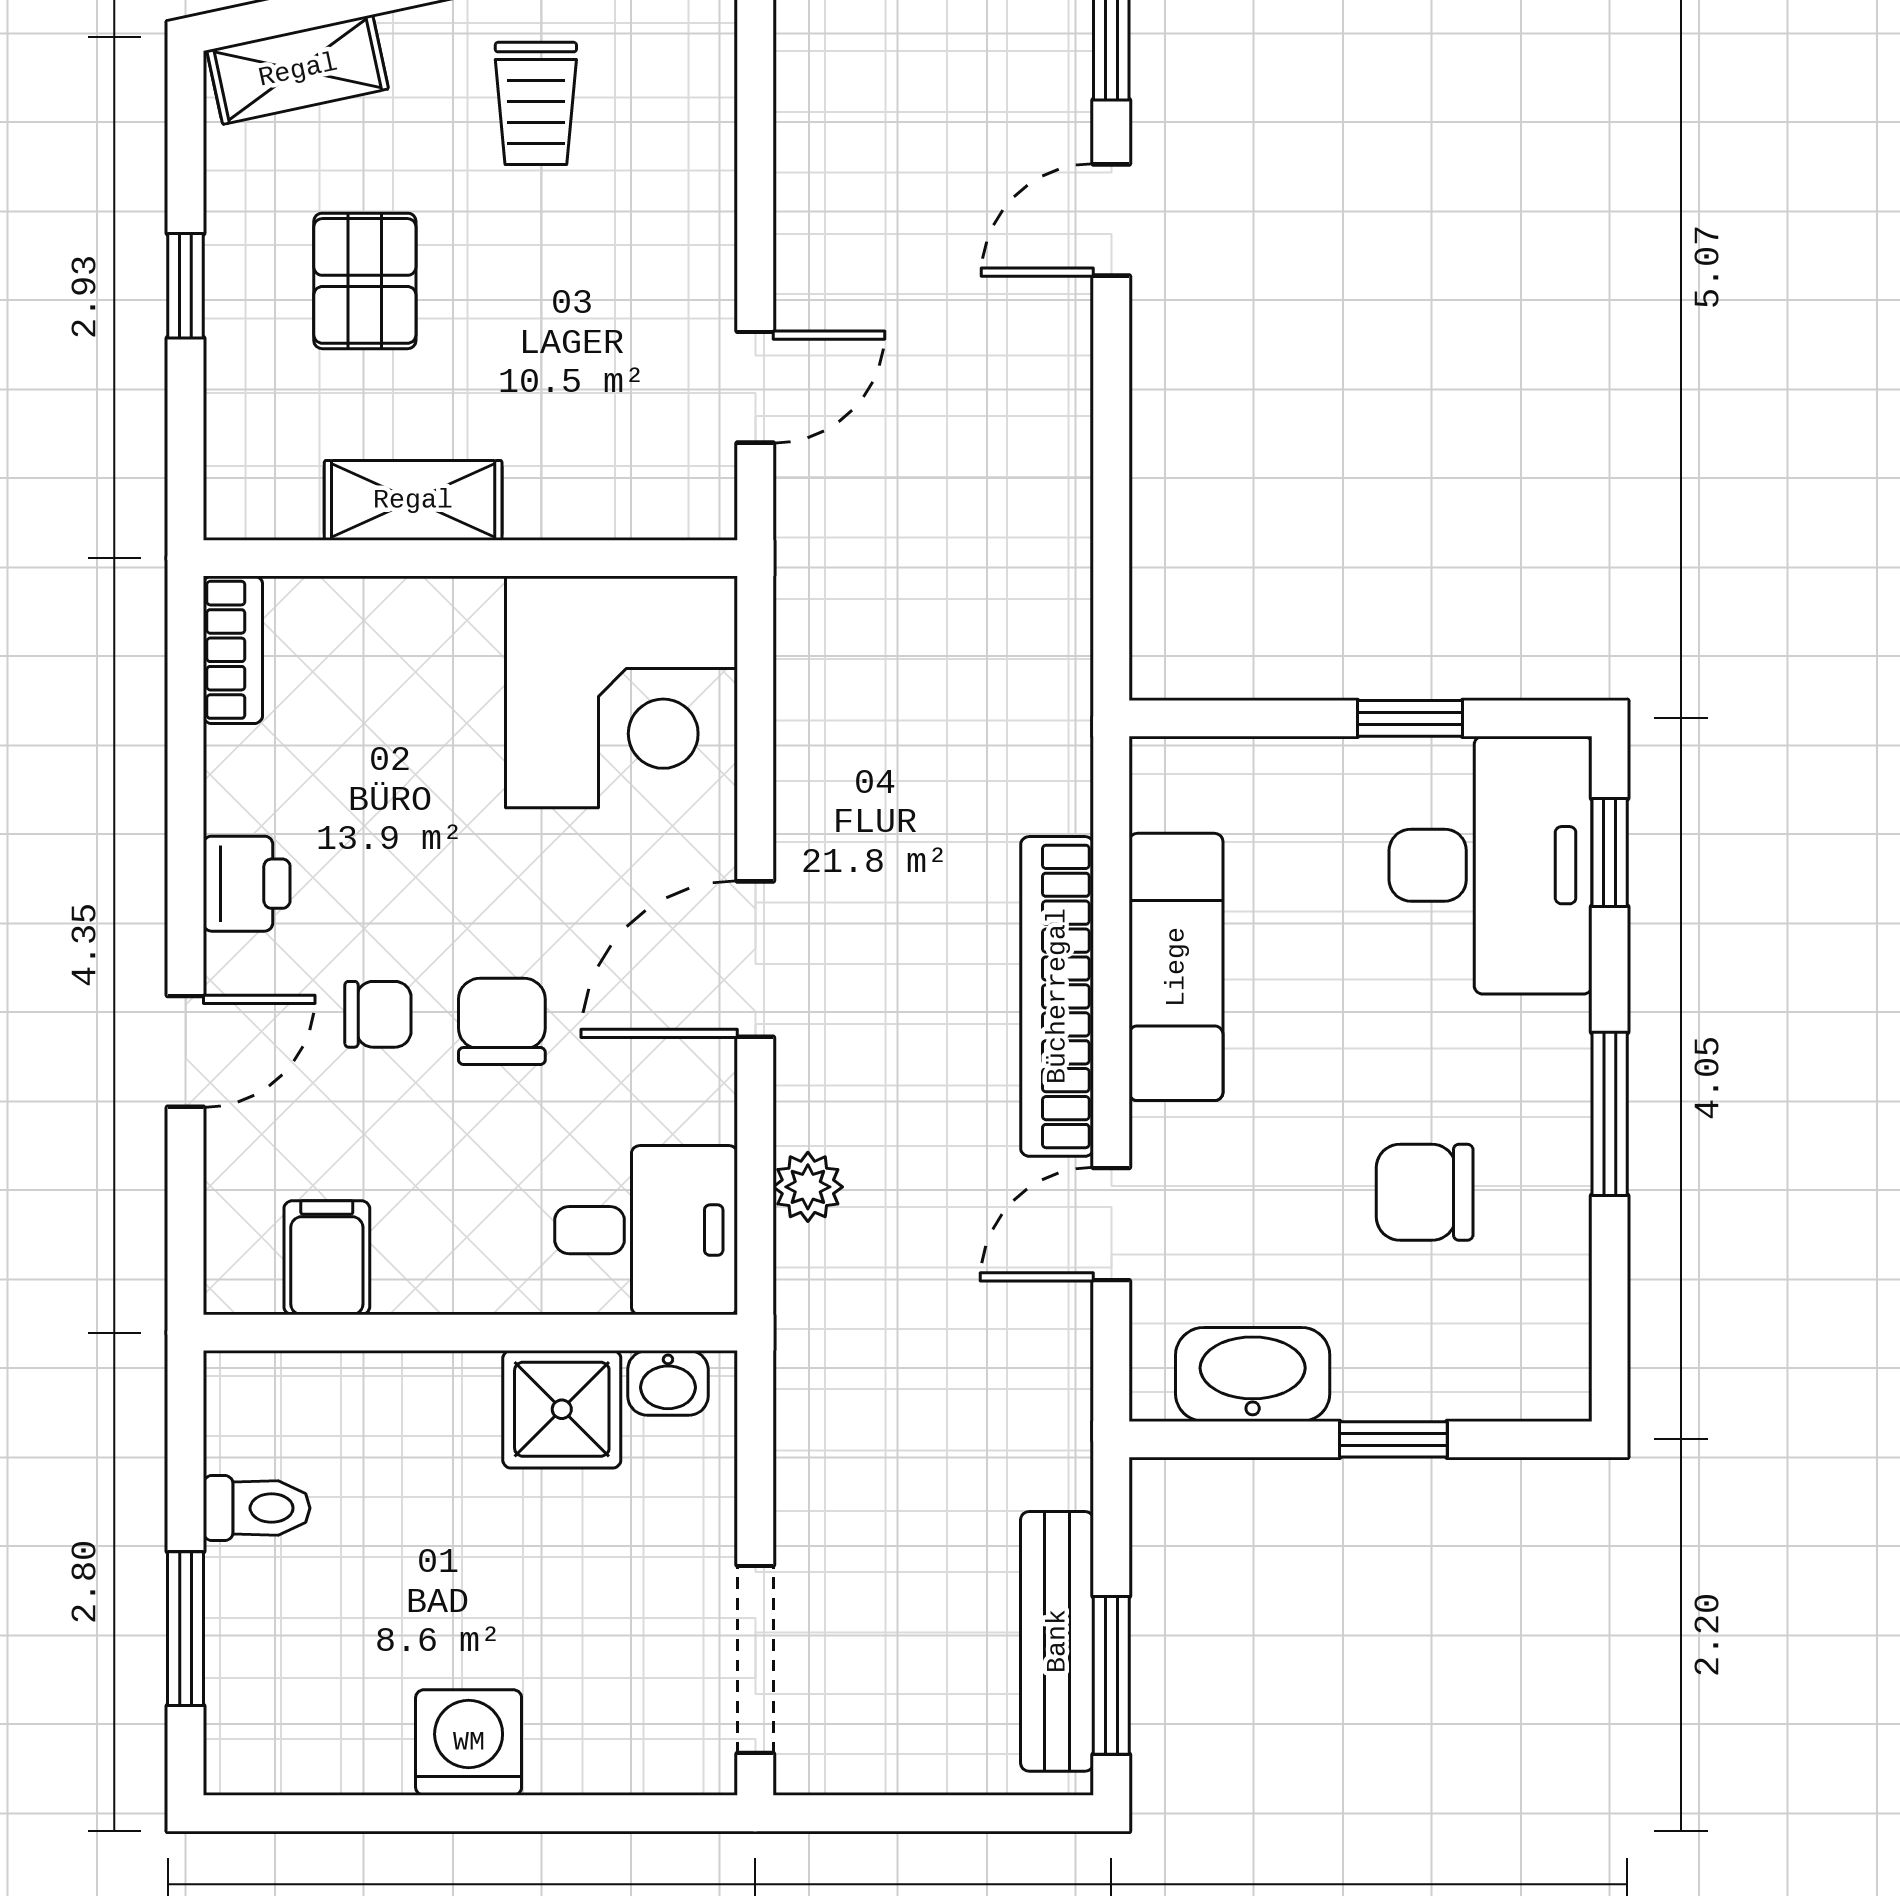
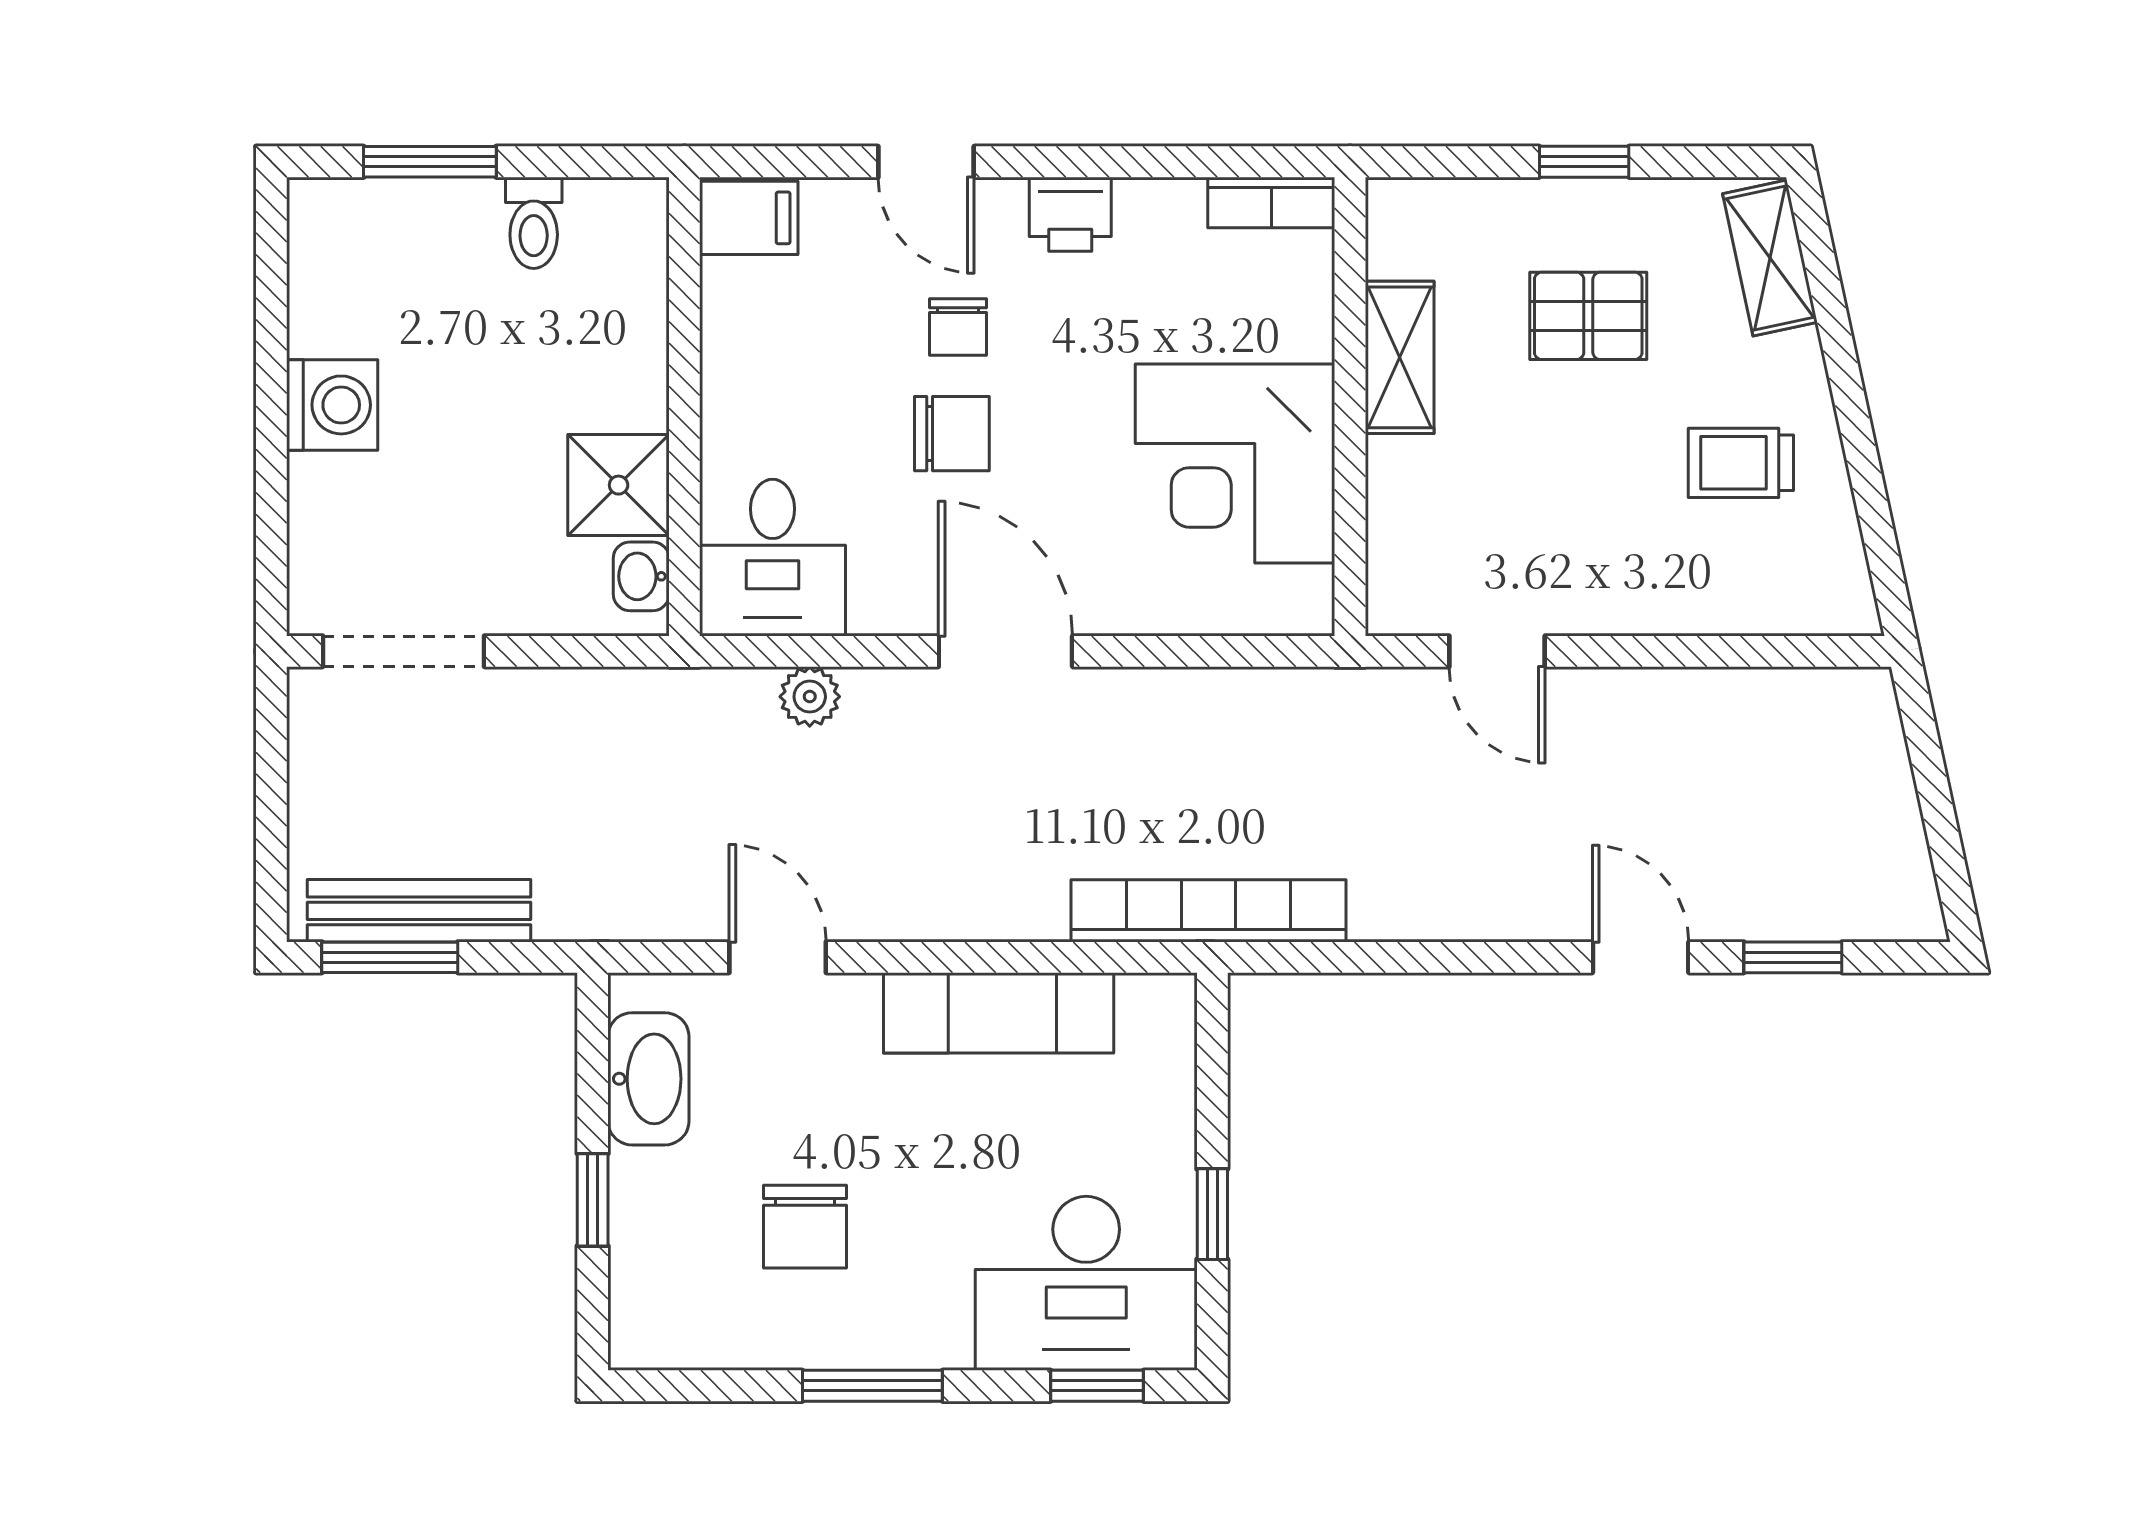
corner desk: (621, 692) -> (1235, 464), moved
bookcase: (1057, 996) -> (1208, 911), moved
chair: (1425, 1192) -> (805, 1227), turned 180
filing cabinet: (327, 1258) -> (749, 218), moved

